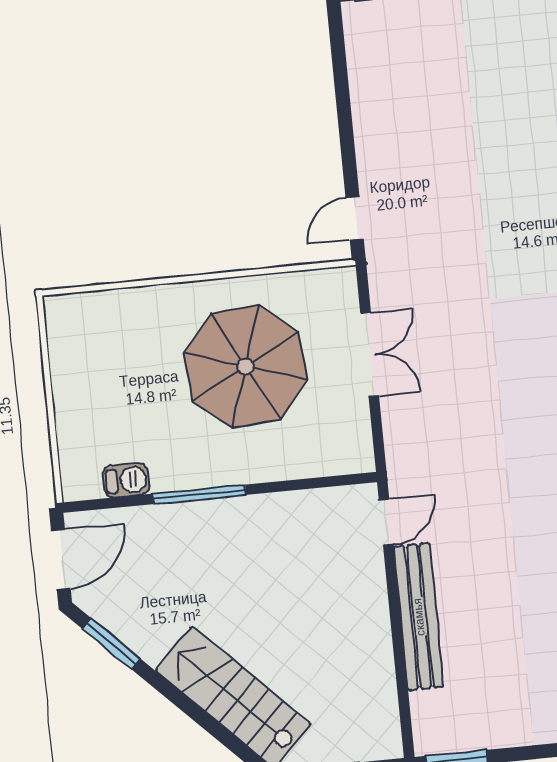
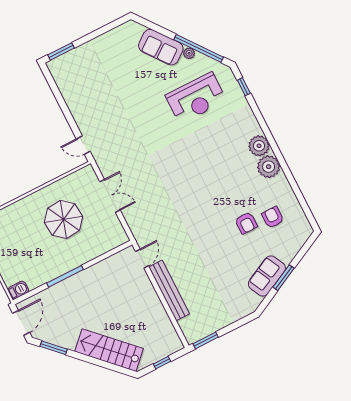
door: (355, 218) -> (83, 145), hinge flipped
parasol: (246, 366) -> (63, 219), width x0.73, depth x0.73
barbecue: (126, 480) -> (18, 290), moved

